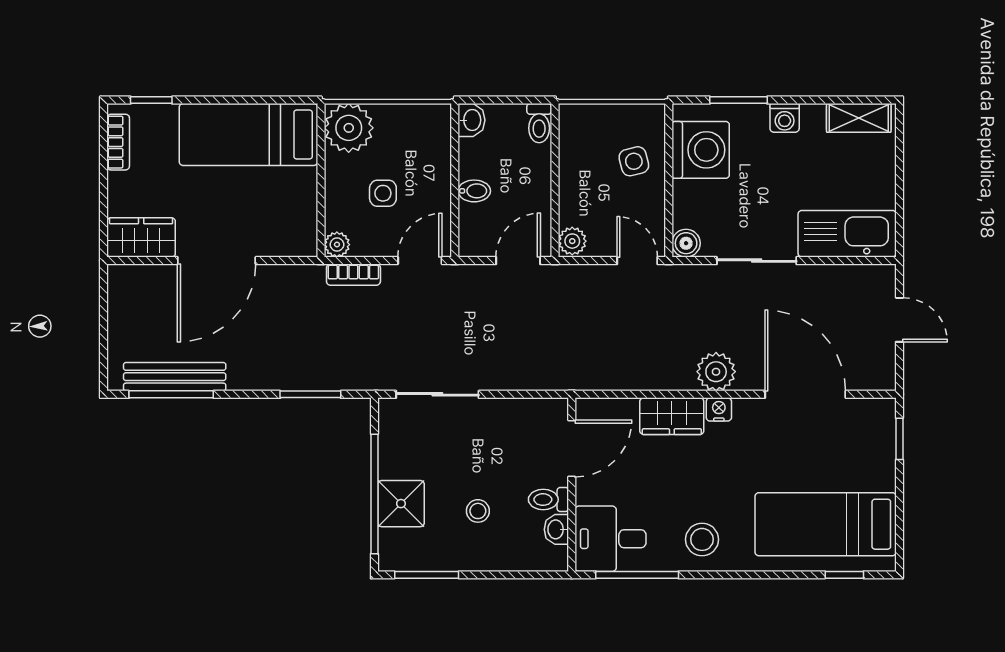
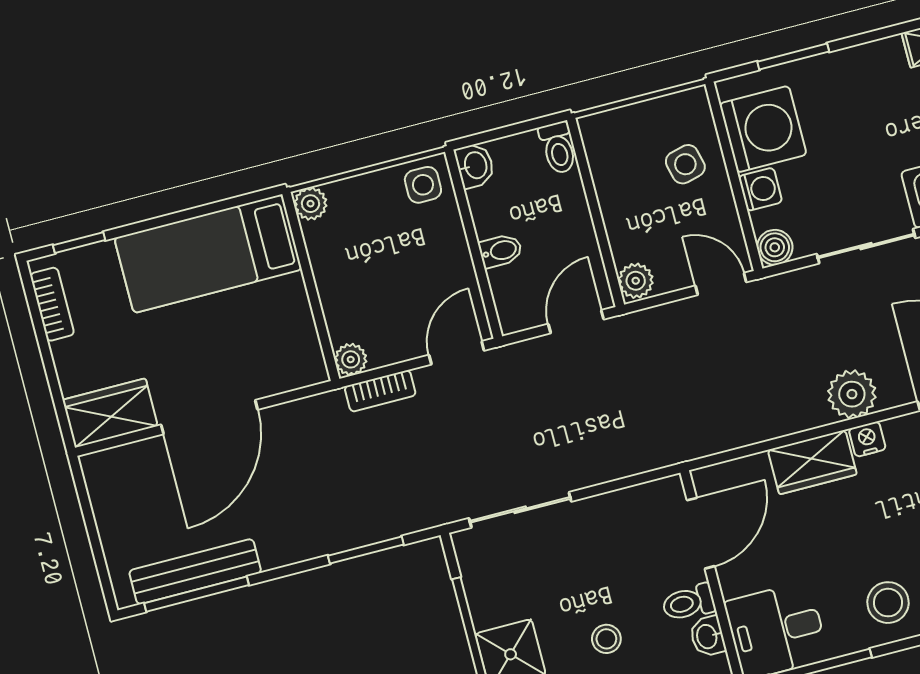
washing machine: (785, 118) -> (760, 189), moved, turned -90
plant: (349, 128) -> (310, 204), width x0.53, depth x0.53
side table: (383, 193) -> (423, 185), moved

